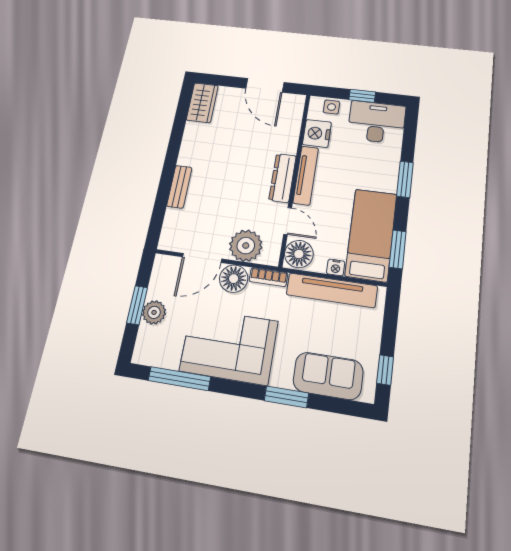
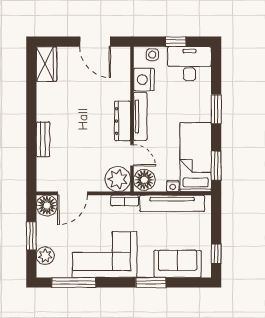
plant: (246, 246) -> (118, 179), moved
floor lamp: (234, 279) -> (47, 206), moved
plant: (154, 312) -> (45, 256), moved

